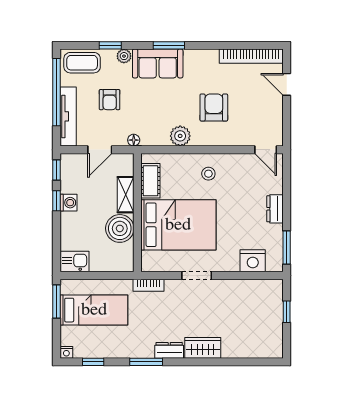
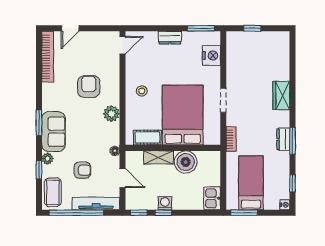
armchair: (214, 108) -> (89, 87), turned 90
dresser: (169, 350) -> (283, 139), moved

